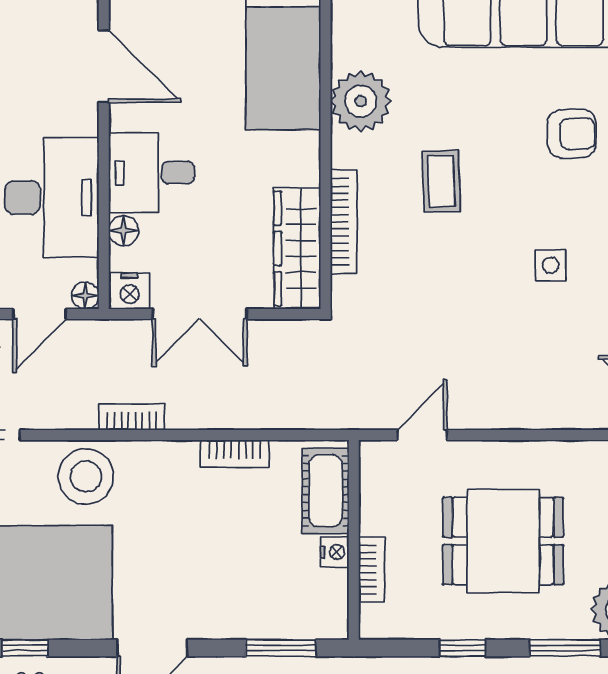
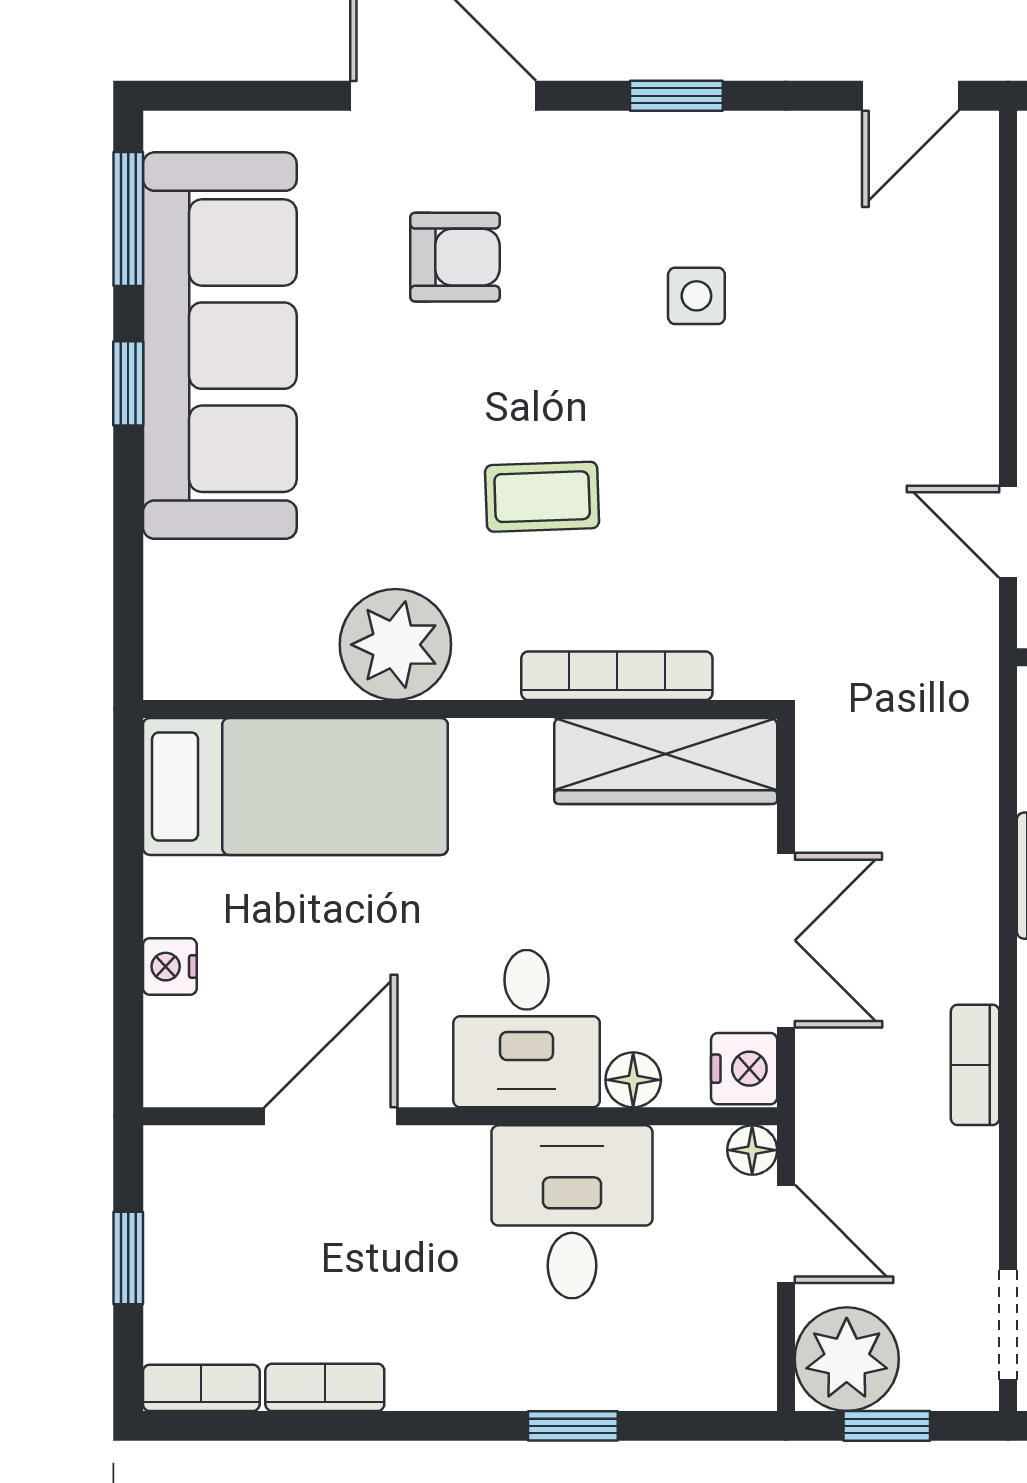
armchair: (572, 134) -> (455, 257), turned 91
desk: (52, 197) -> (572, 1212), width x0.73

